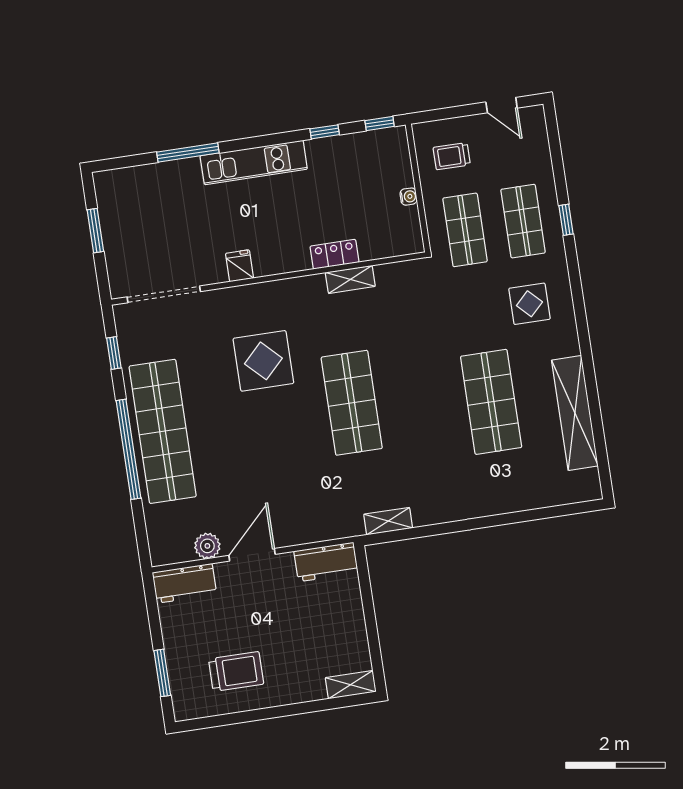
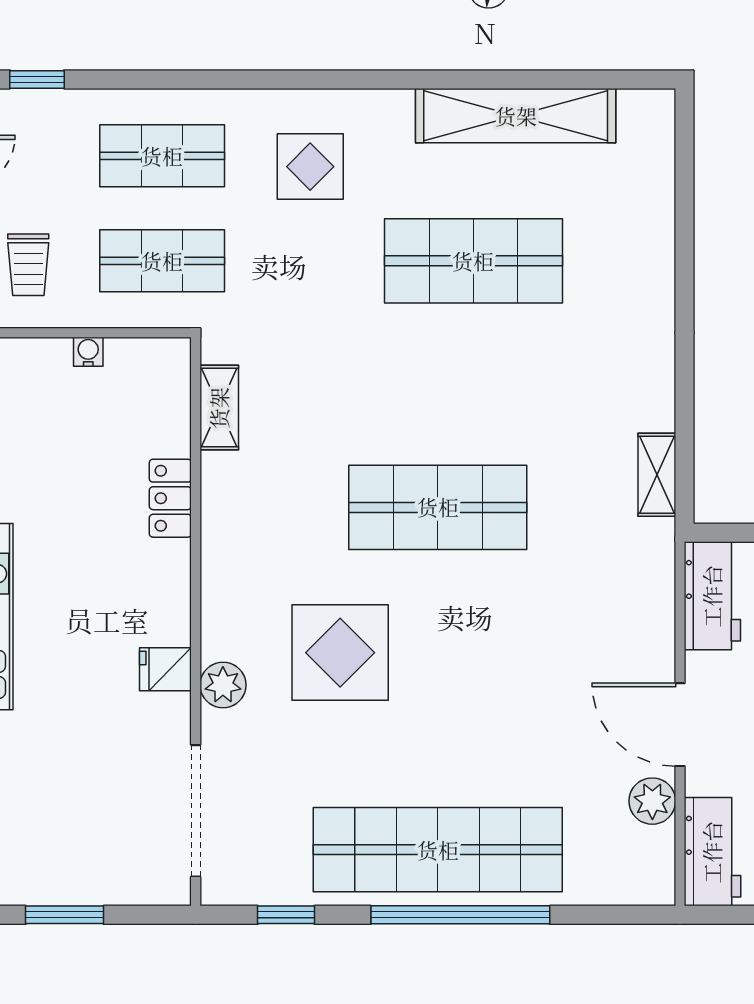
window: (566, 220) -> (37, 79), moved
shelving: (350, 279) -> (219, 408), moved
plant: (236, 299) -> (223, 685), added

